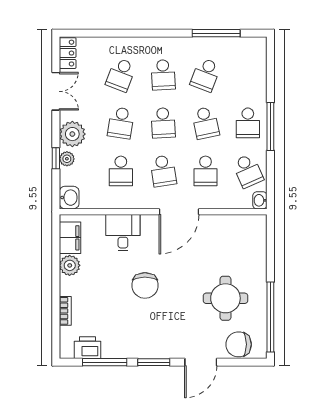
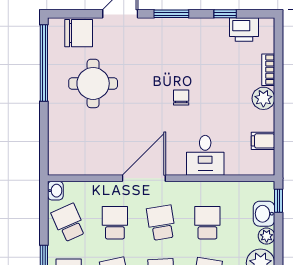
window: (56, 158) -> (278, 201), moved
washbasin: (69, 198) -> (264, 214), moved
filing cabinet: (70, 238) -> (263, 141), width x0.50
plant: (70, 265) -> (263, 98), moved
chair: (145, 285) -> (181, 98), width x0.54, depth x0.54
window: (105, 362) -> (225, 14), width x0.46

